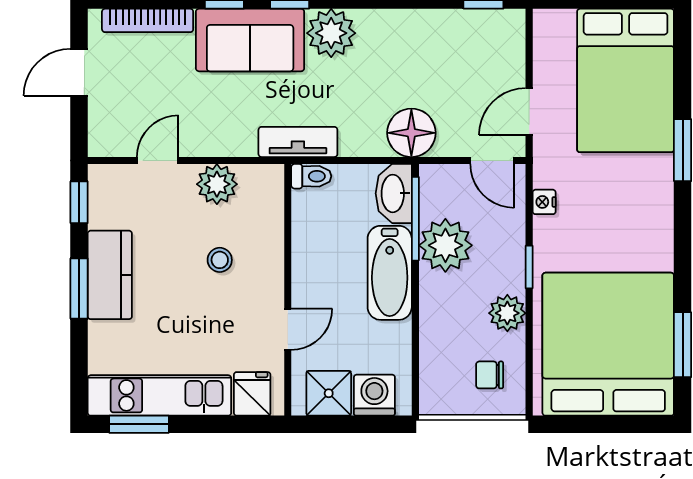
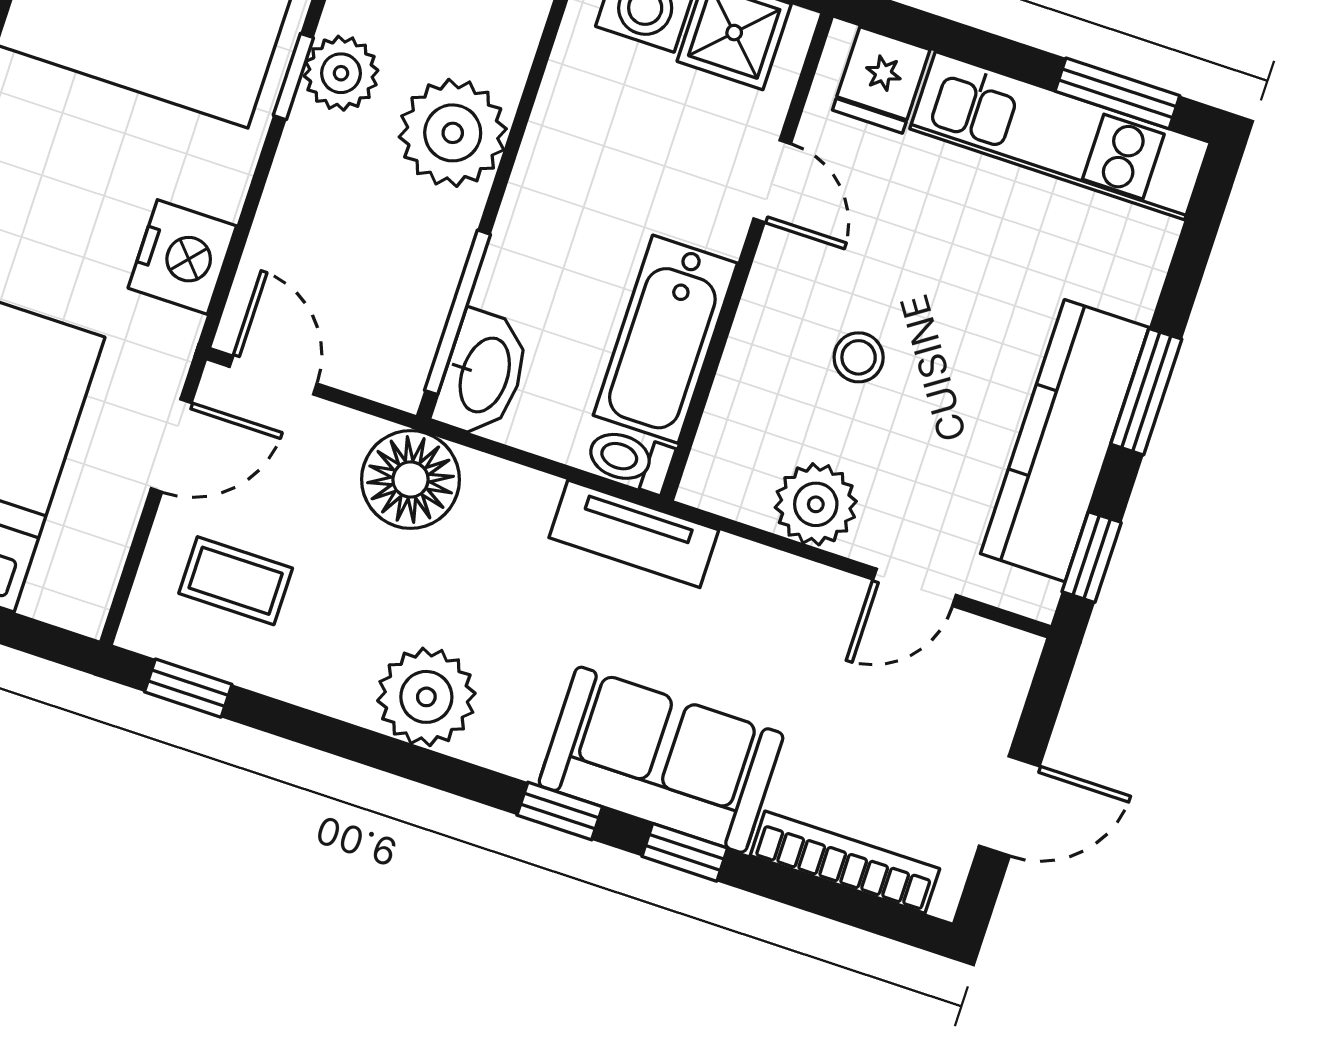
plant: (331, 33) -> (426, 697), moved
coffee table: (478, 58) -> (236, 581), added
nightstand: (544, 202) -> (182, 257), width x1.89, depth x1.79
plant: (445, 245) -> (453, 133), moved
window: (529, 267) -> (293, 77), moved
bathtub: (390, 273) -> (665, 339), moved, turned 180
kitchen counter: (110, 275) -> (1065, 441), width x1.50
door: (288, 329) -> (772, 181), swing flipped

